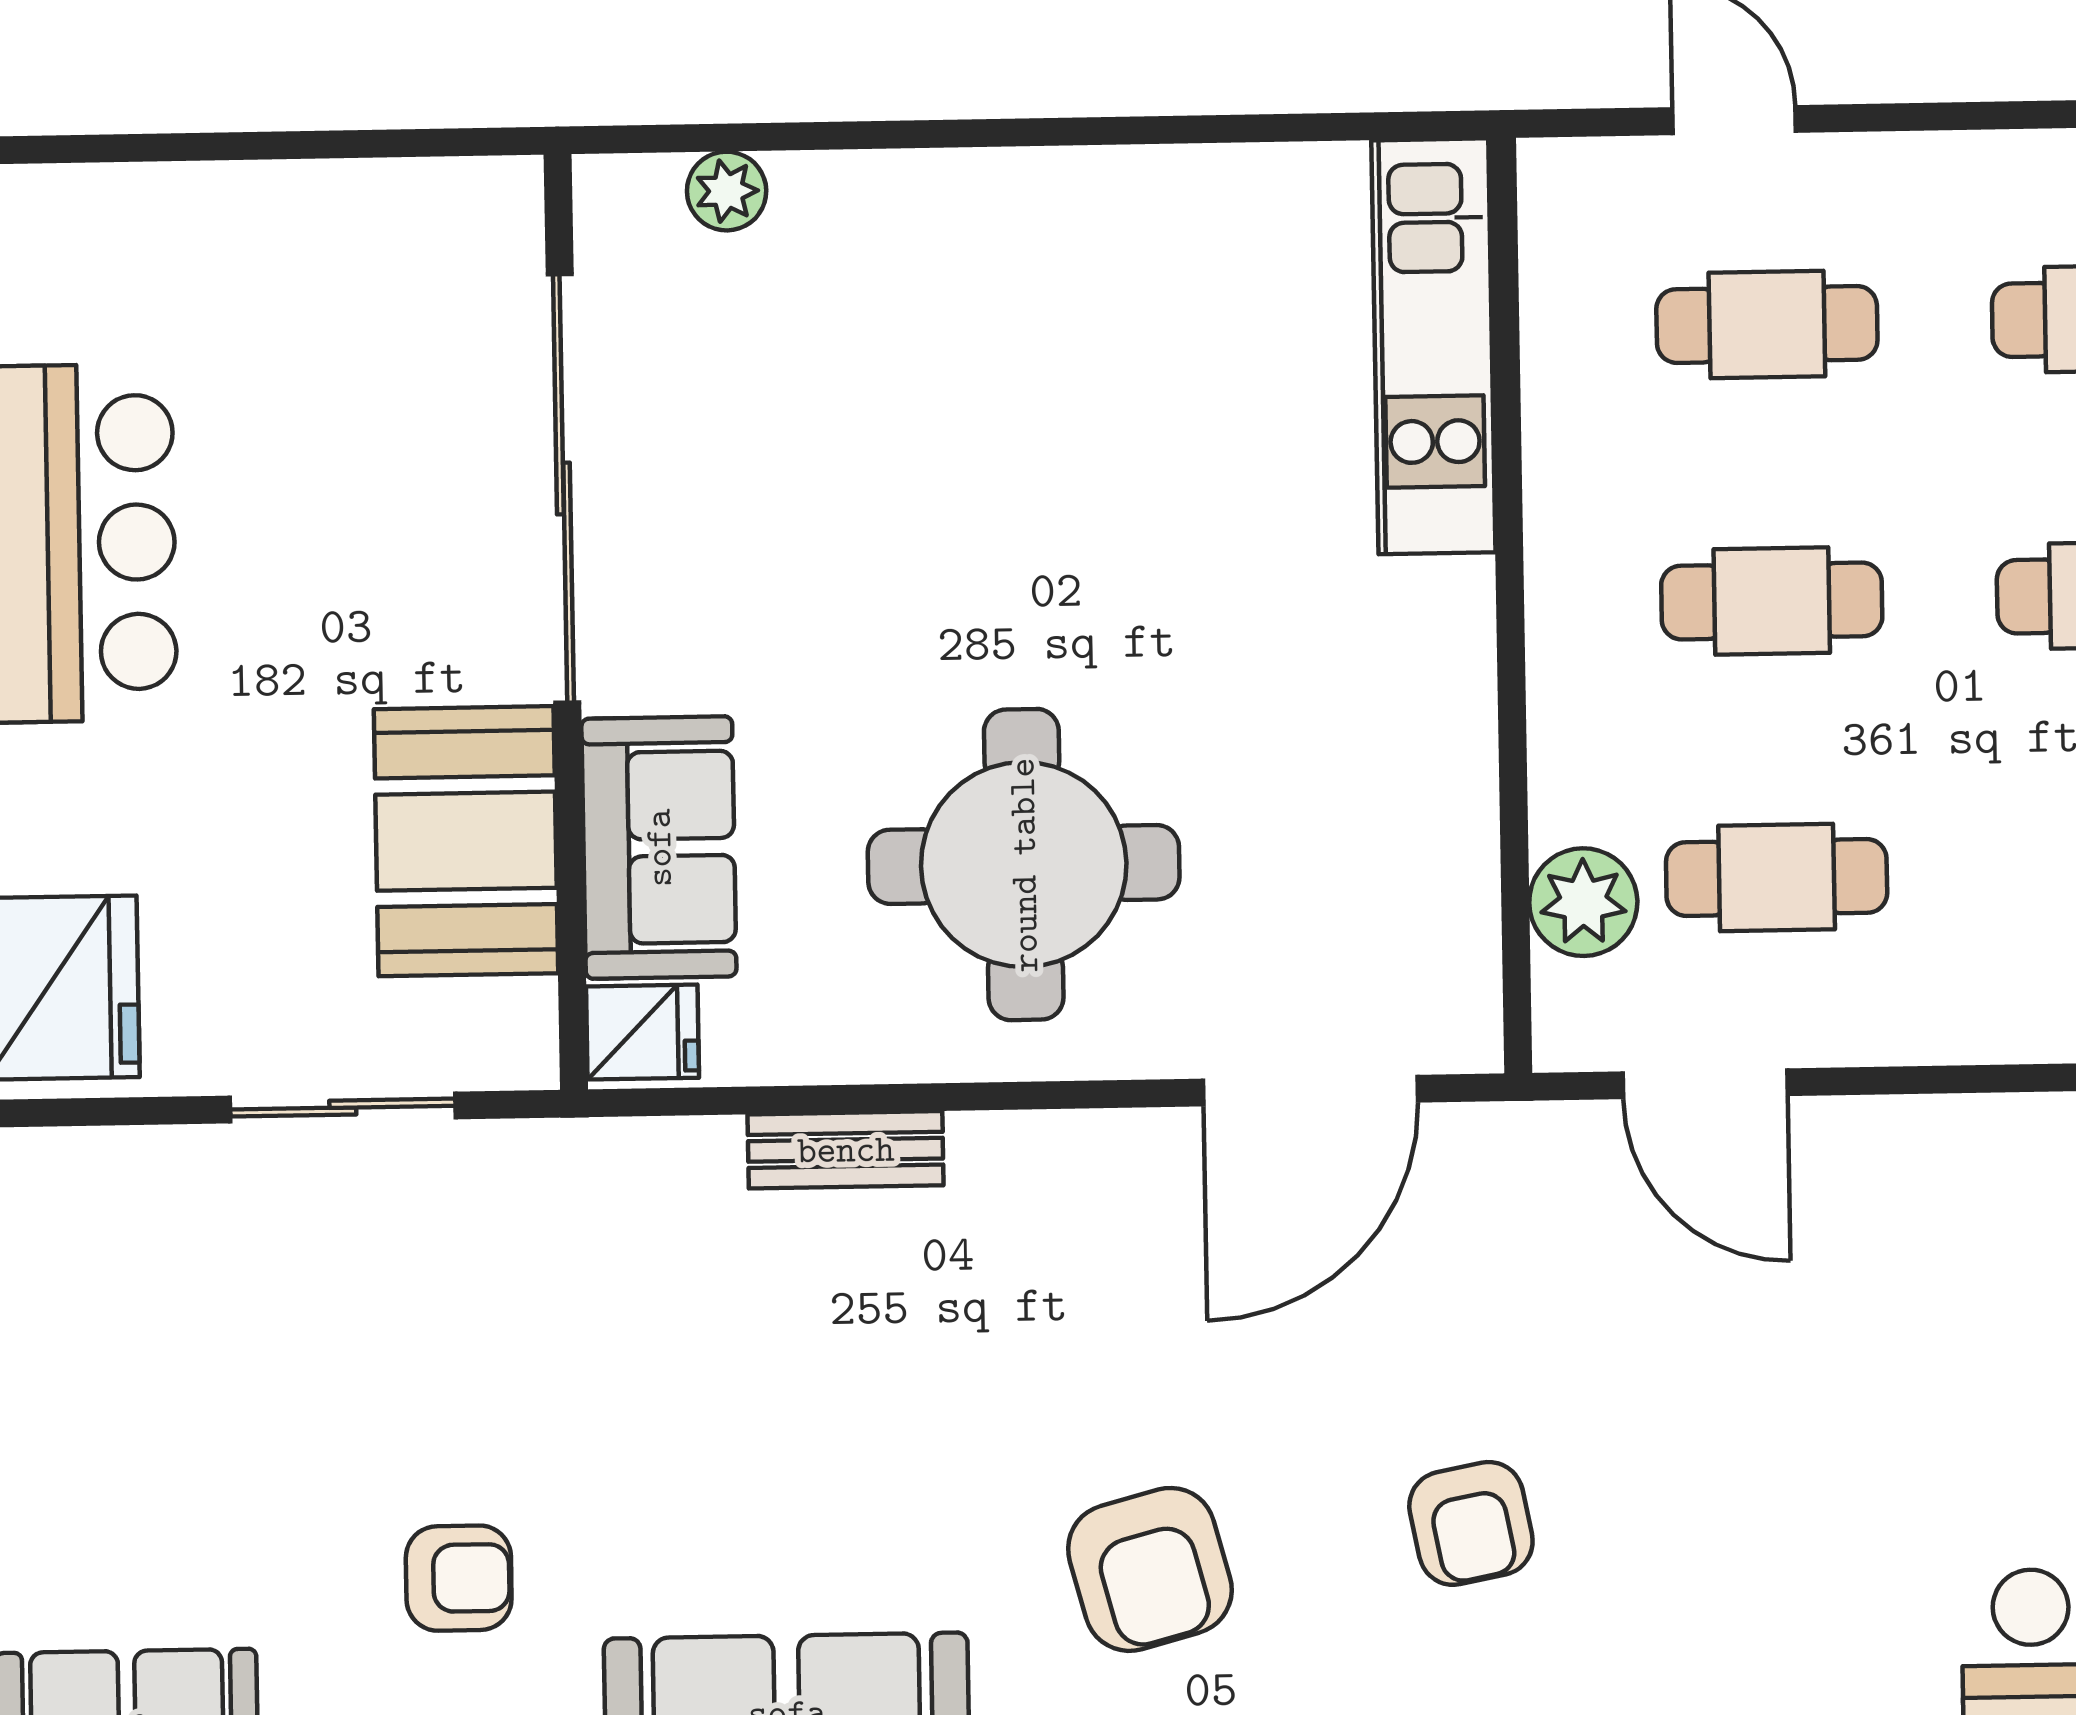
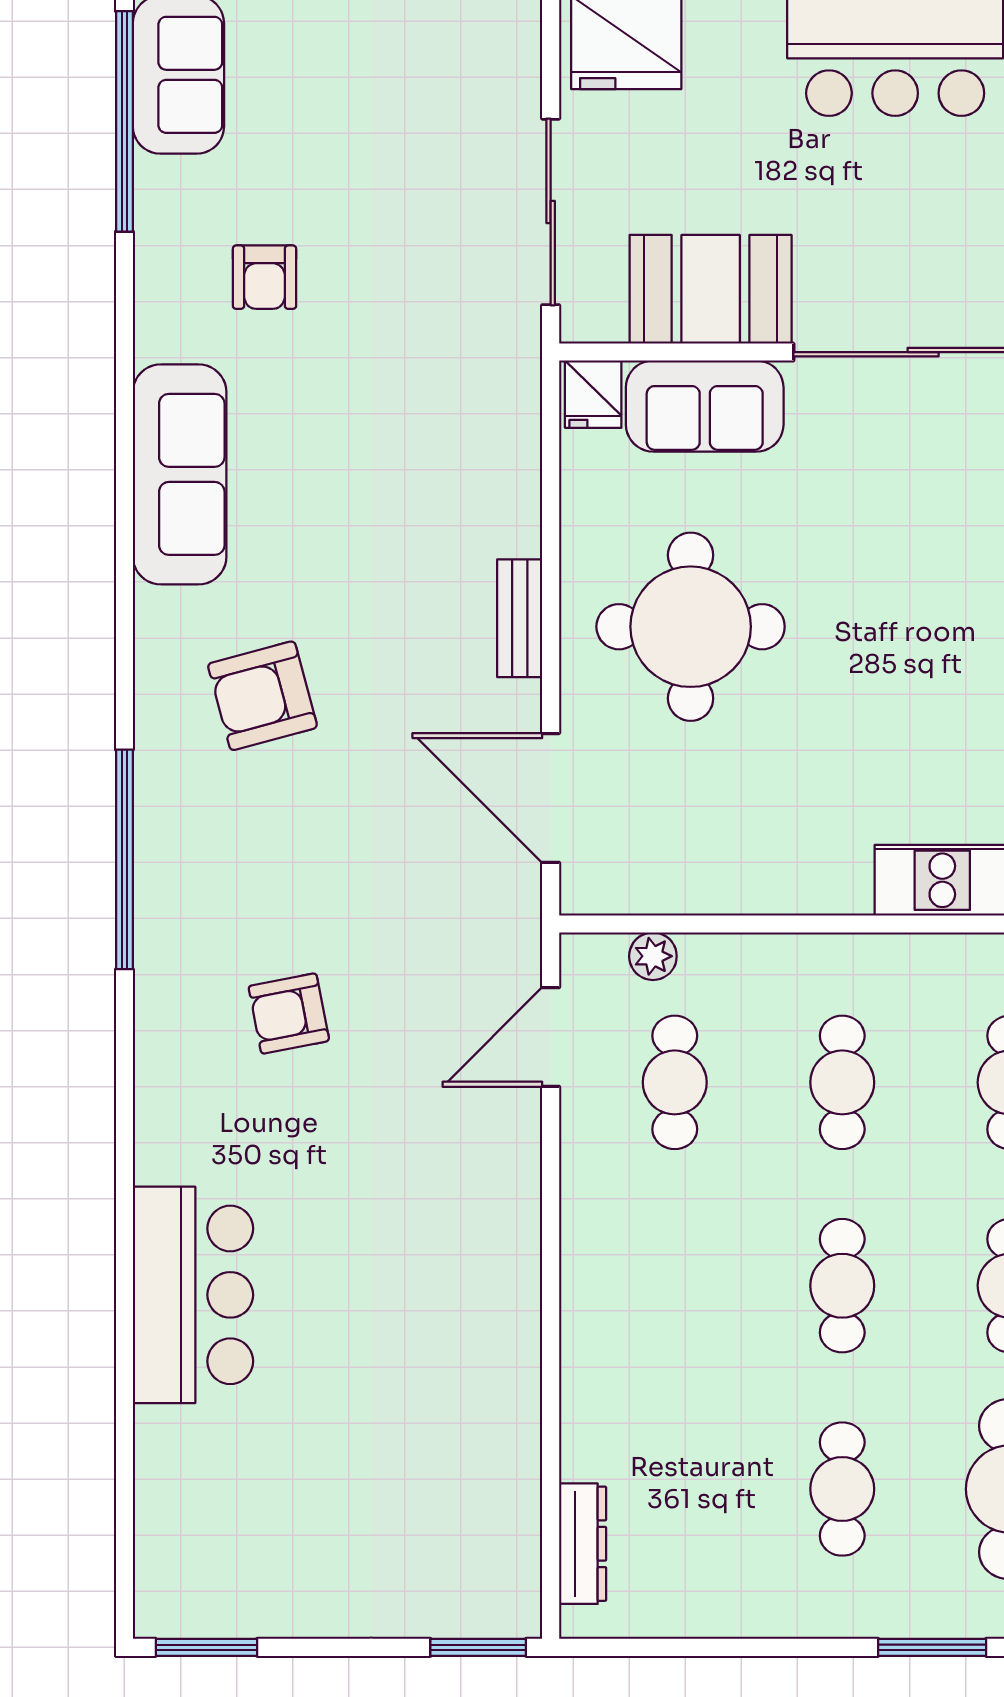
plant: (1583, 902) -> (653, 956), width x0.73, depth x0.73
sliding door: (343, 1108) -> (551, 212), width x1.37
bench: (846, 1150) -> (520, 618), moved
armchair: (1471, 1523) -> (289, 1014), moved

